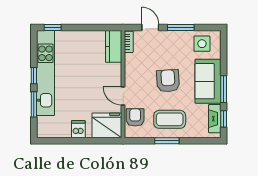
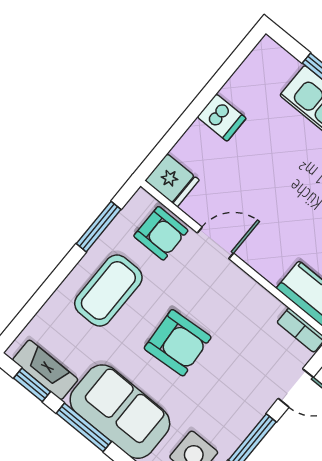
fridge: (107, 125) -> (172, 180), width x0.53, depth x0.75
window: (167, 141) -> (99, 227), moved

